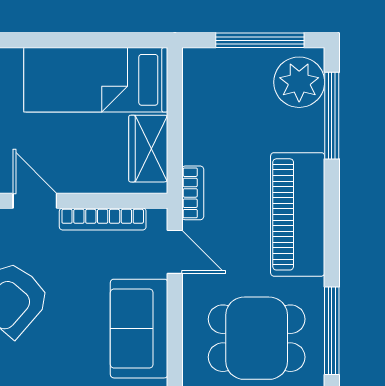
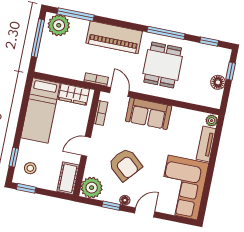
bookcase: (103, 219) -> (101, 113), width x0.64
door: (175, 252) -> (119, 92), hinge flipped

